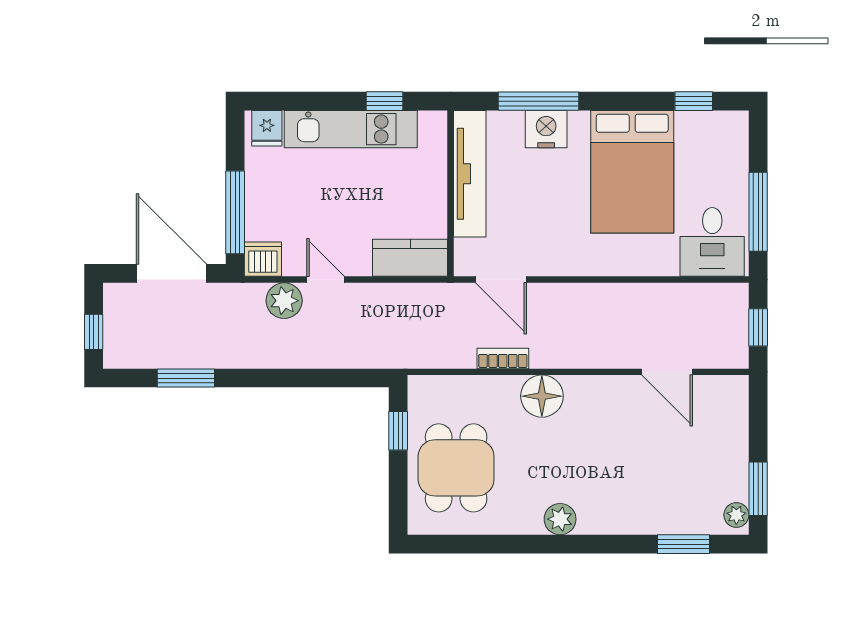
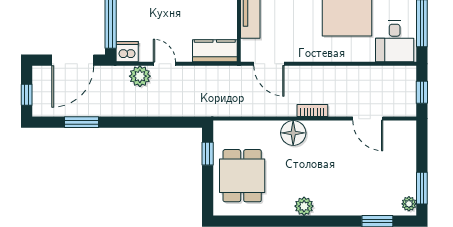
door: (171, 273) -> (73, 60), swing flipped
bookcase: (503, 358) -> (312, 111), moved

